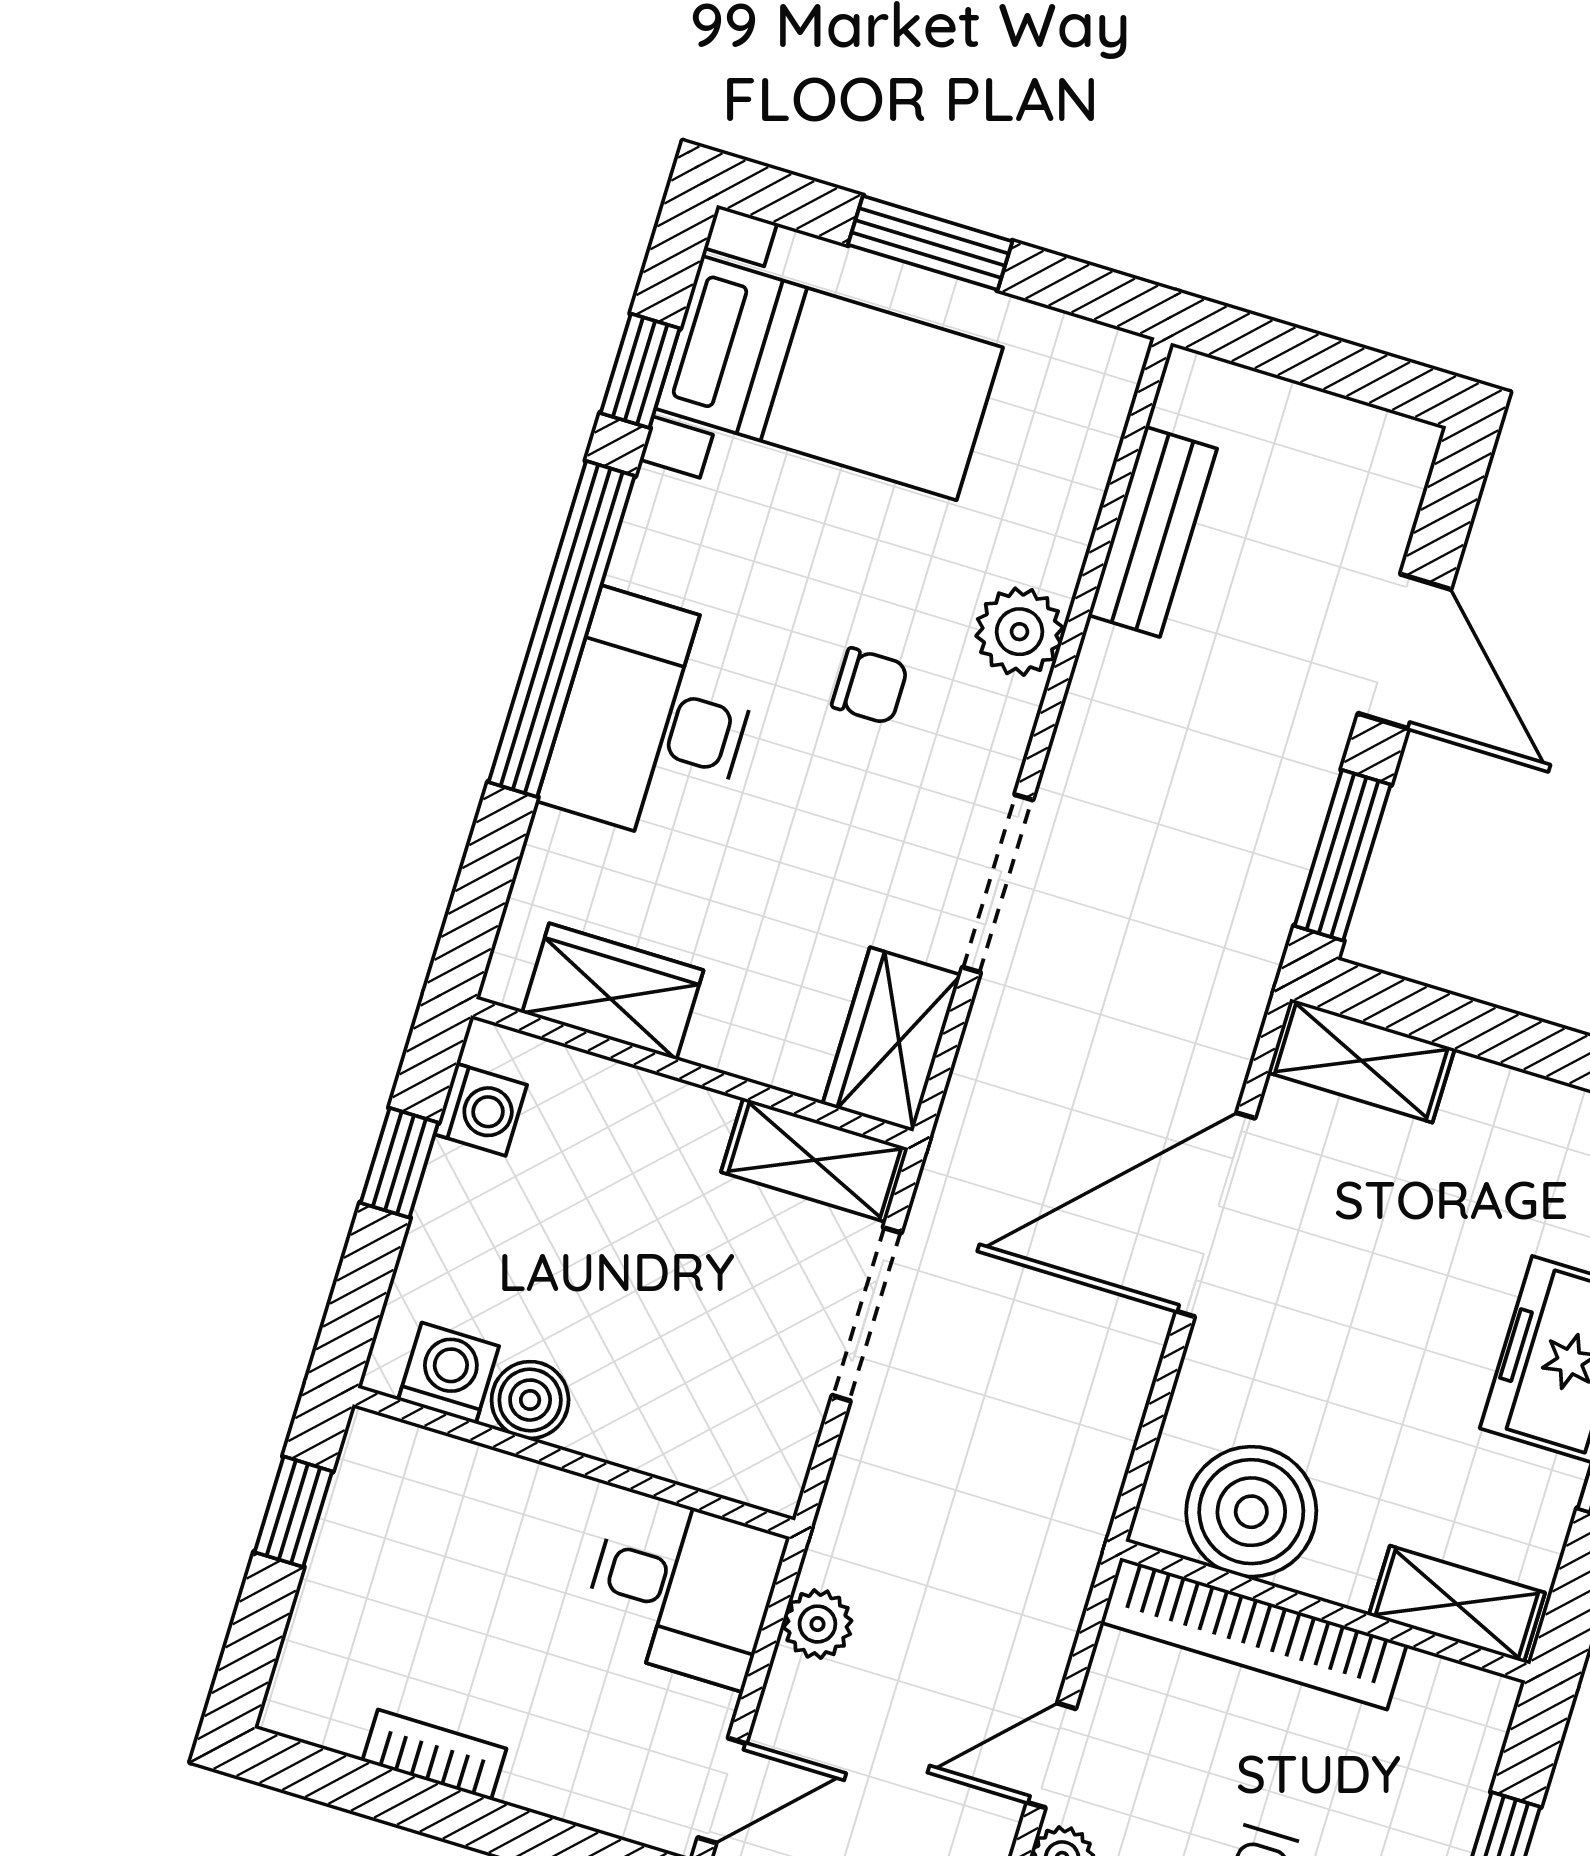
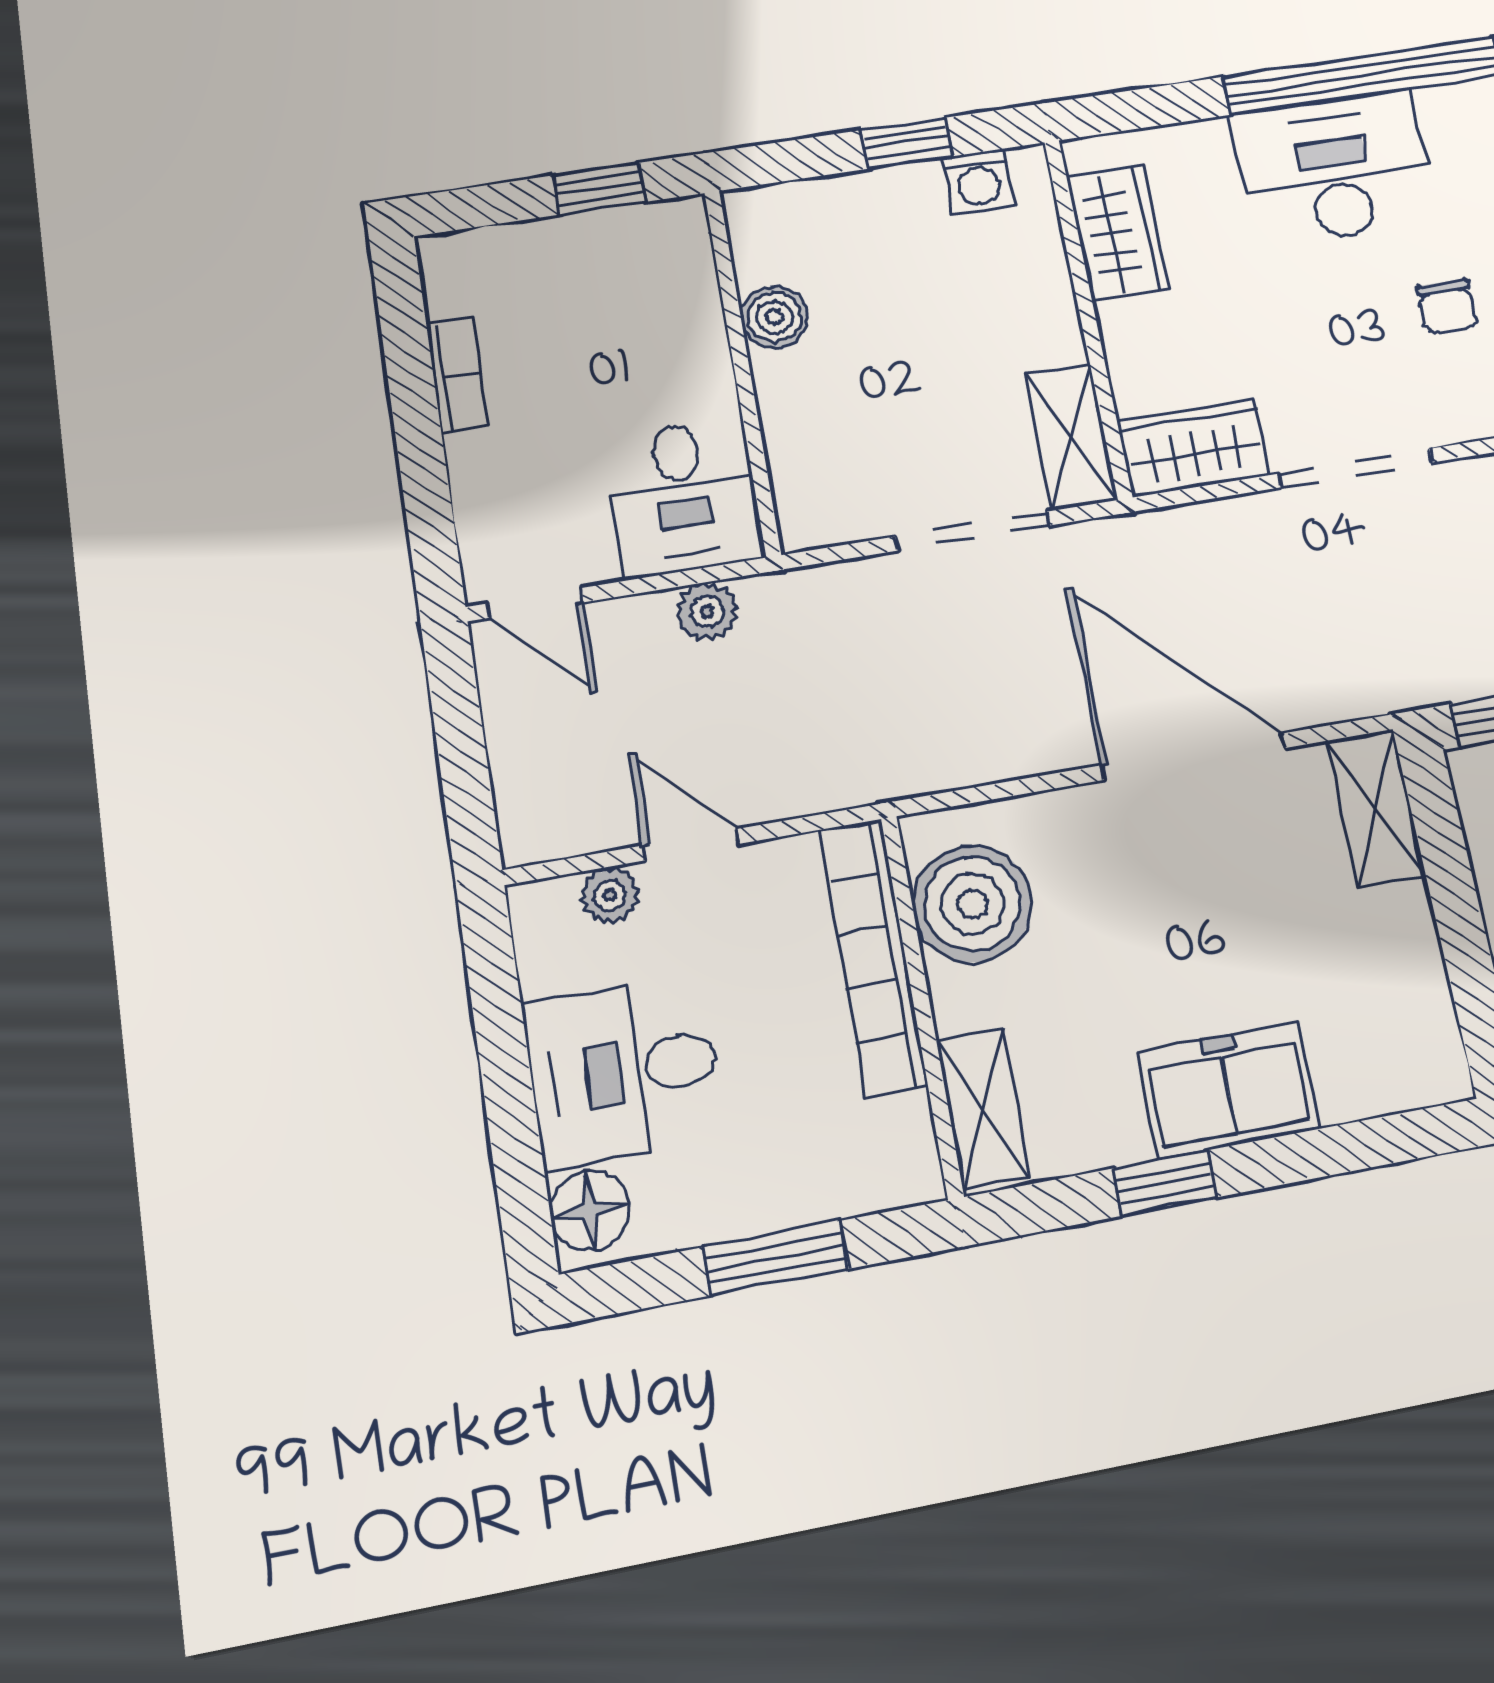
washing machine: (449, 1373) -> (765, 250), removed

